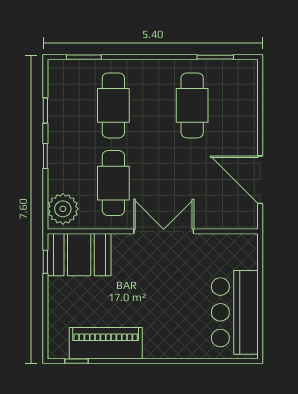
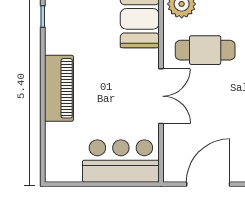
bar counter: (235, 312) -> (121, 161), moved
piano: (106, 343) -> (59, 88), moved

